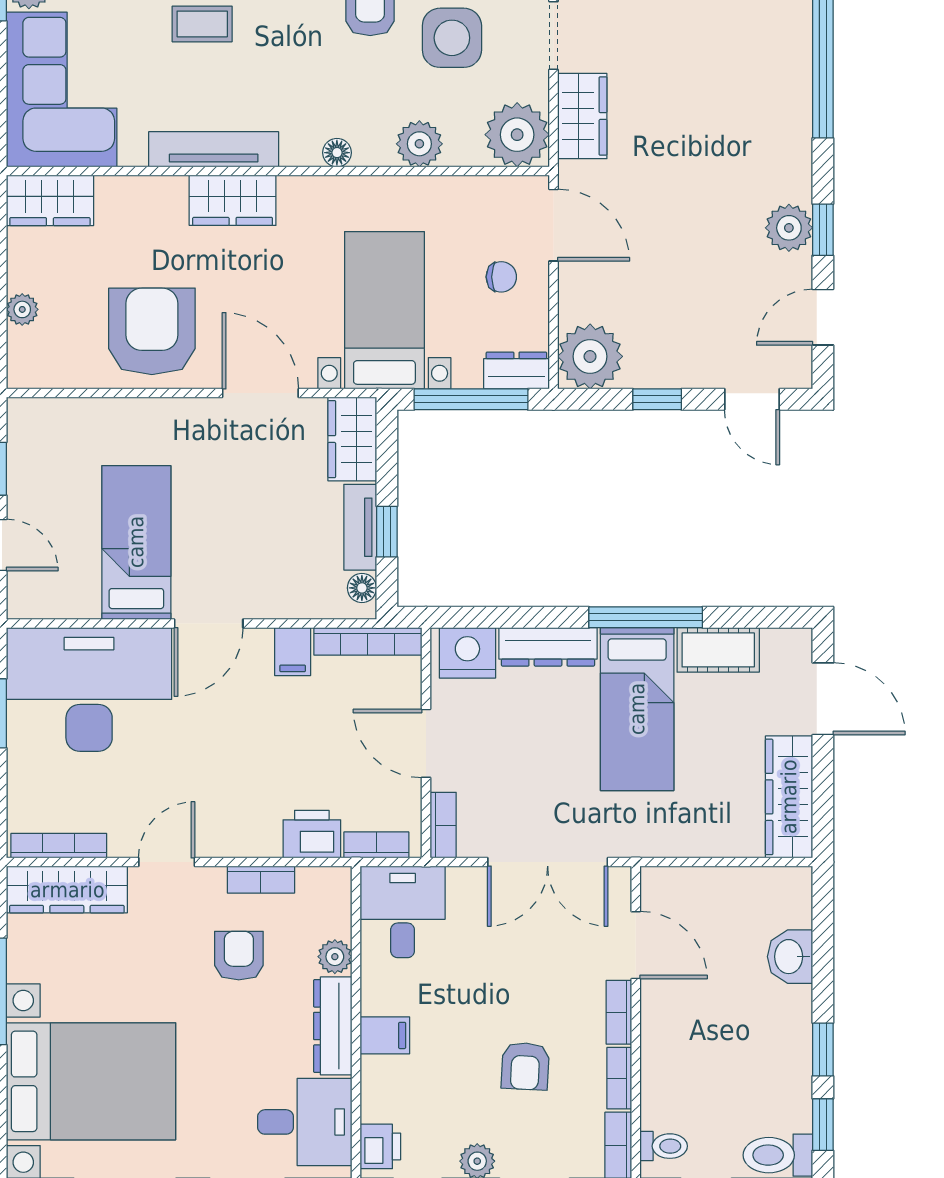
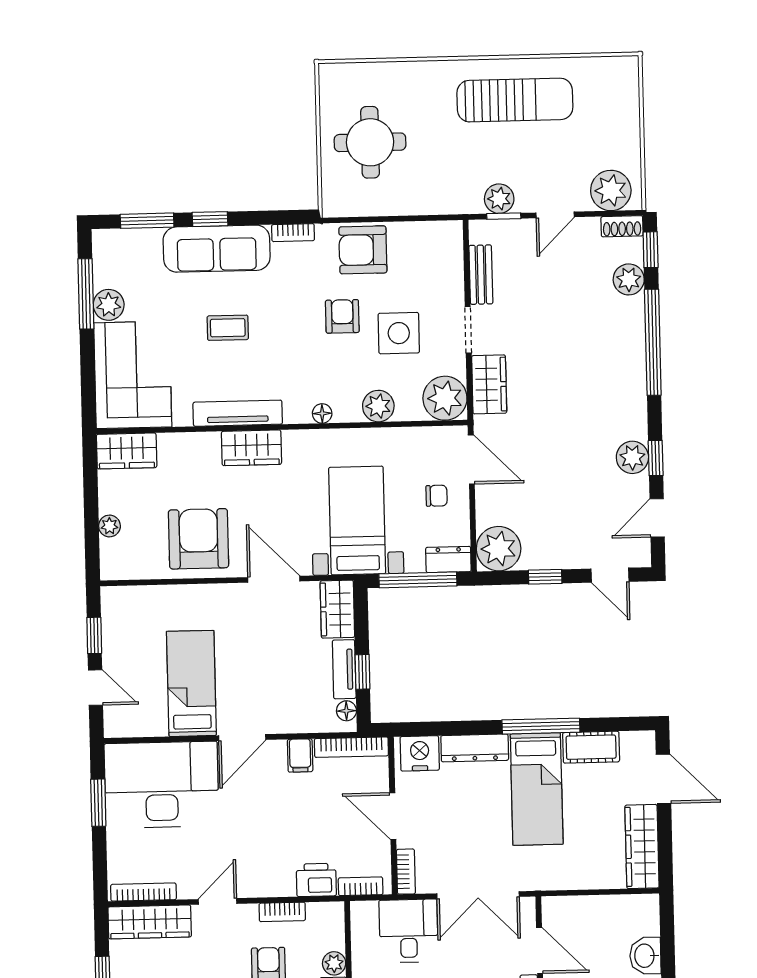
desk: (403, 912) -> (409, 931), moved

